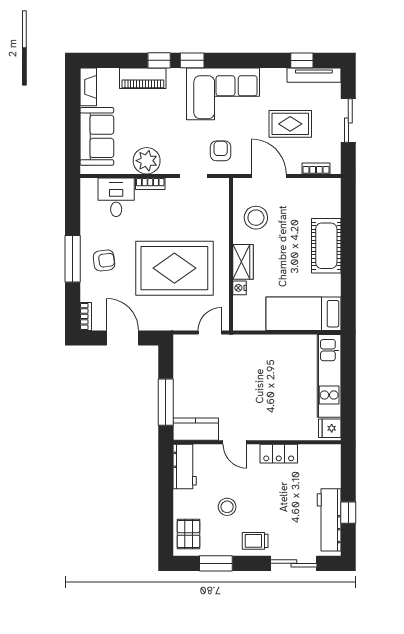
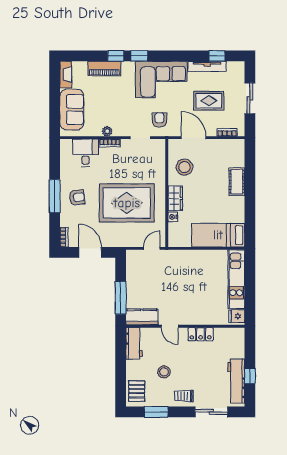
tv unit: (314, 75) -> (207, 66), moved
plant: (147, 161) -> (107, 131), width x0.53, depth x0.53
cot: (326, 246) -> (237, 182), width x0.73, depth x0.75

